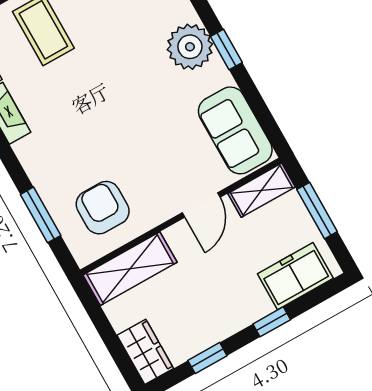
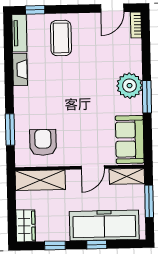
window: (226, 50) -> (147, 97), width x1.50
freezer: (295, 276) -> (104, 225), width x1.91, depth x1.26

